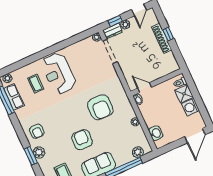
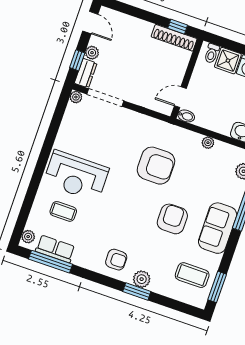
window: (168, 34) -> (178, 27), moved
shoe rack: (162, 38) -> (174, 38), moved
armchair: (82, 140) -> (172, 219), turned 88

